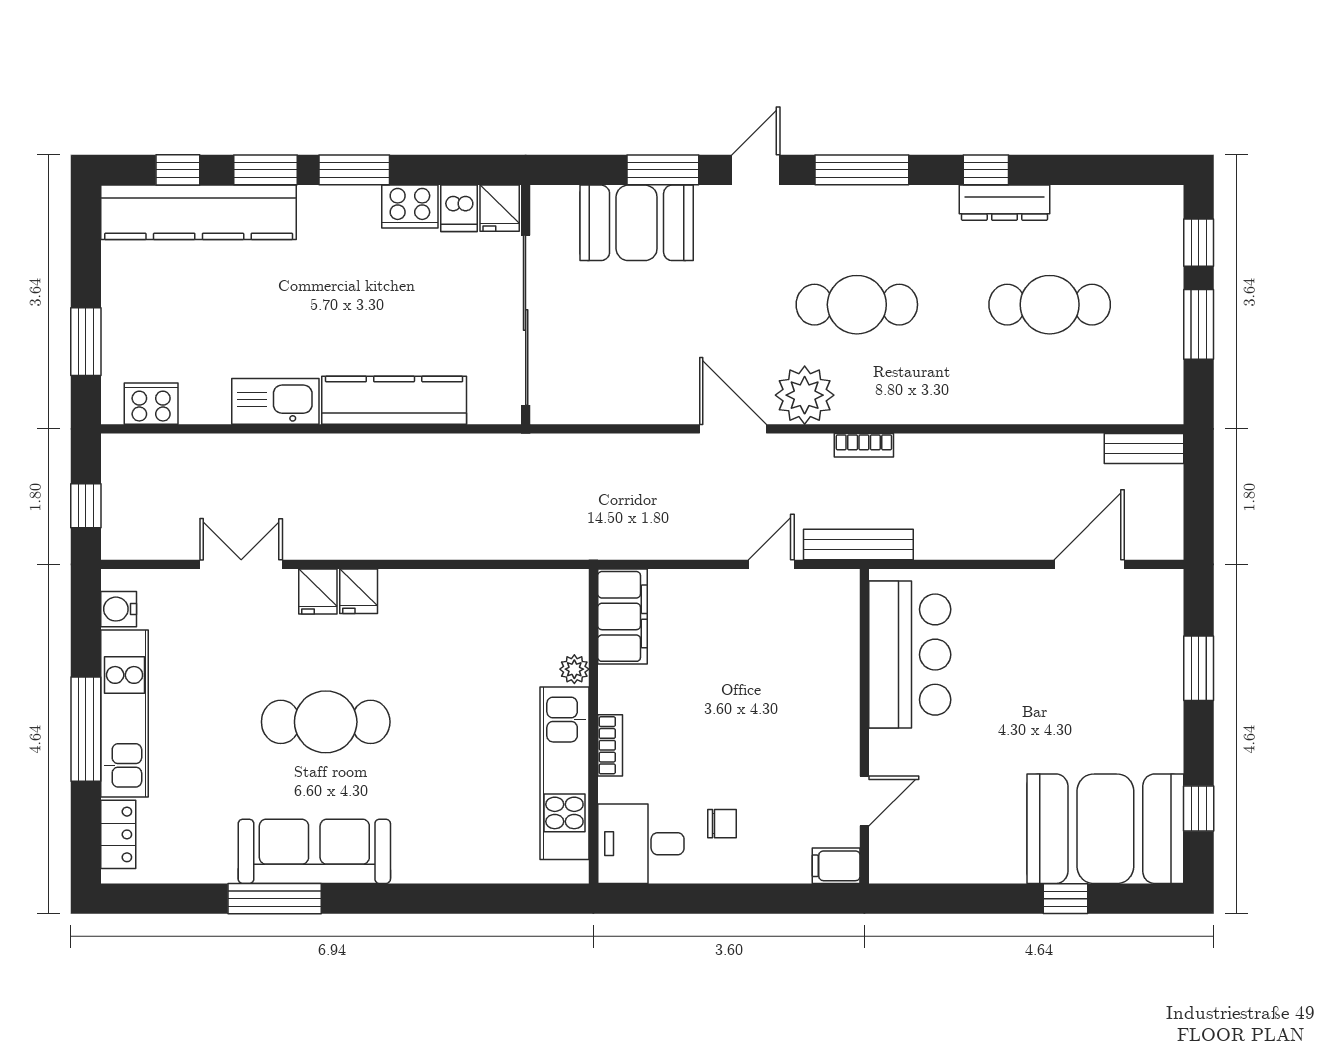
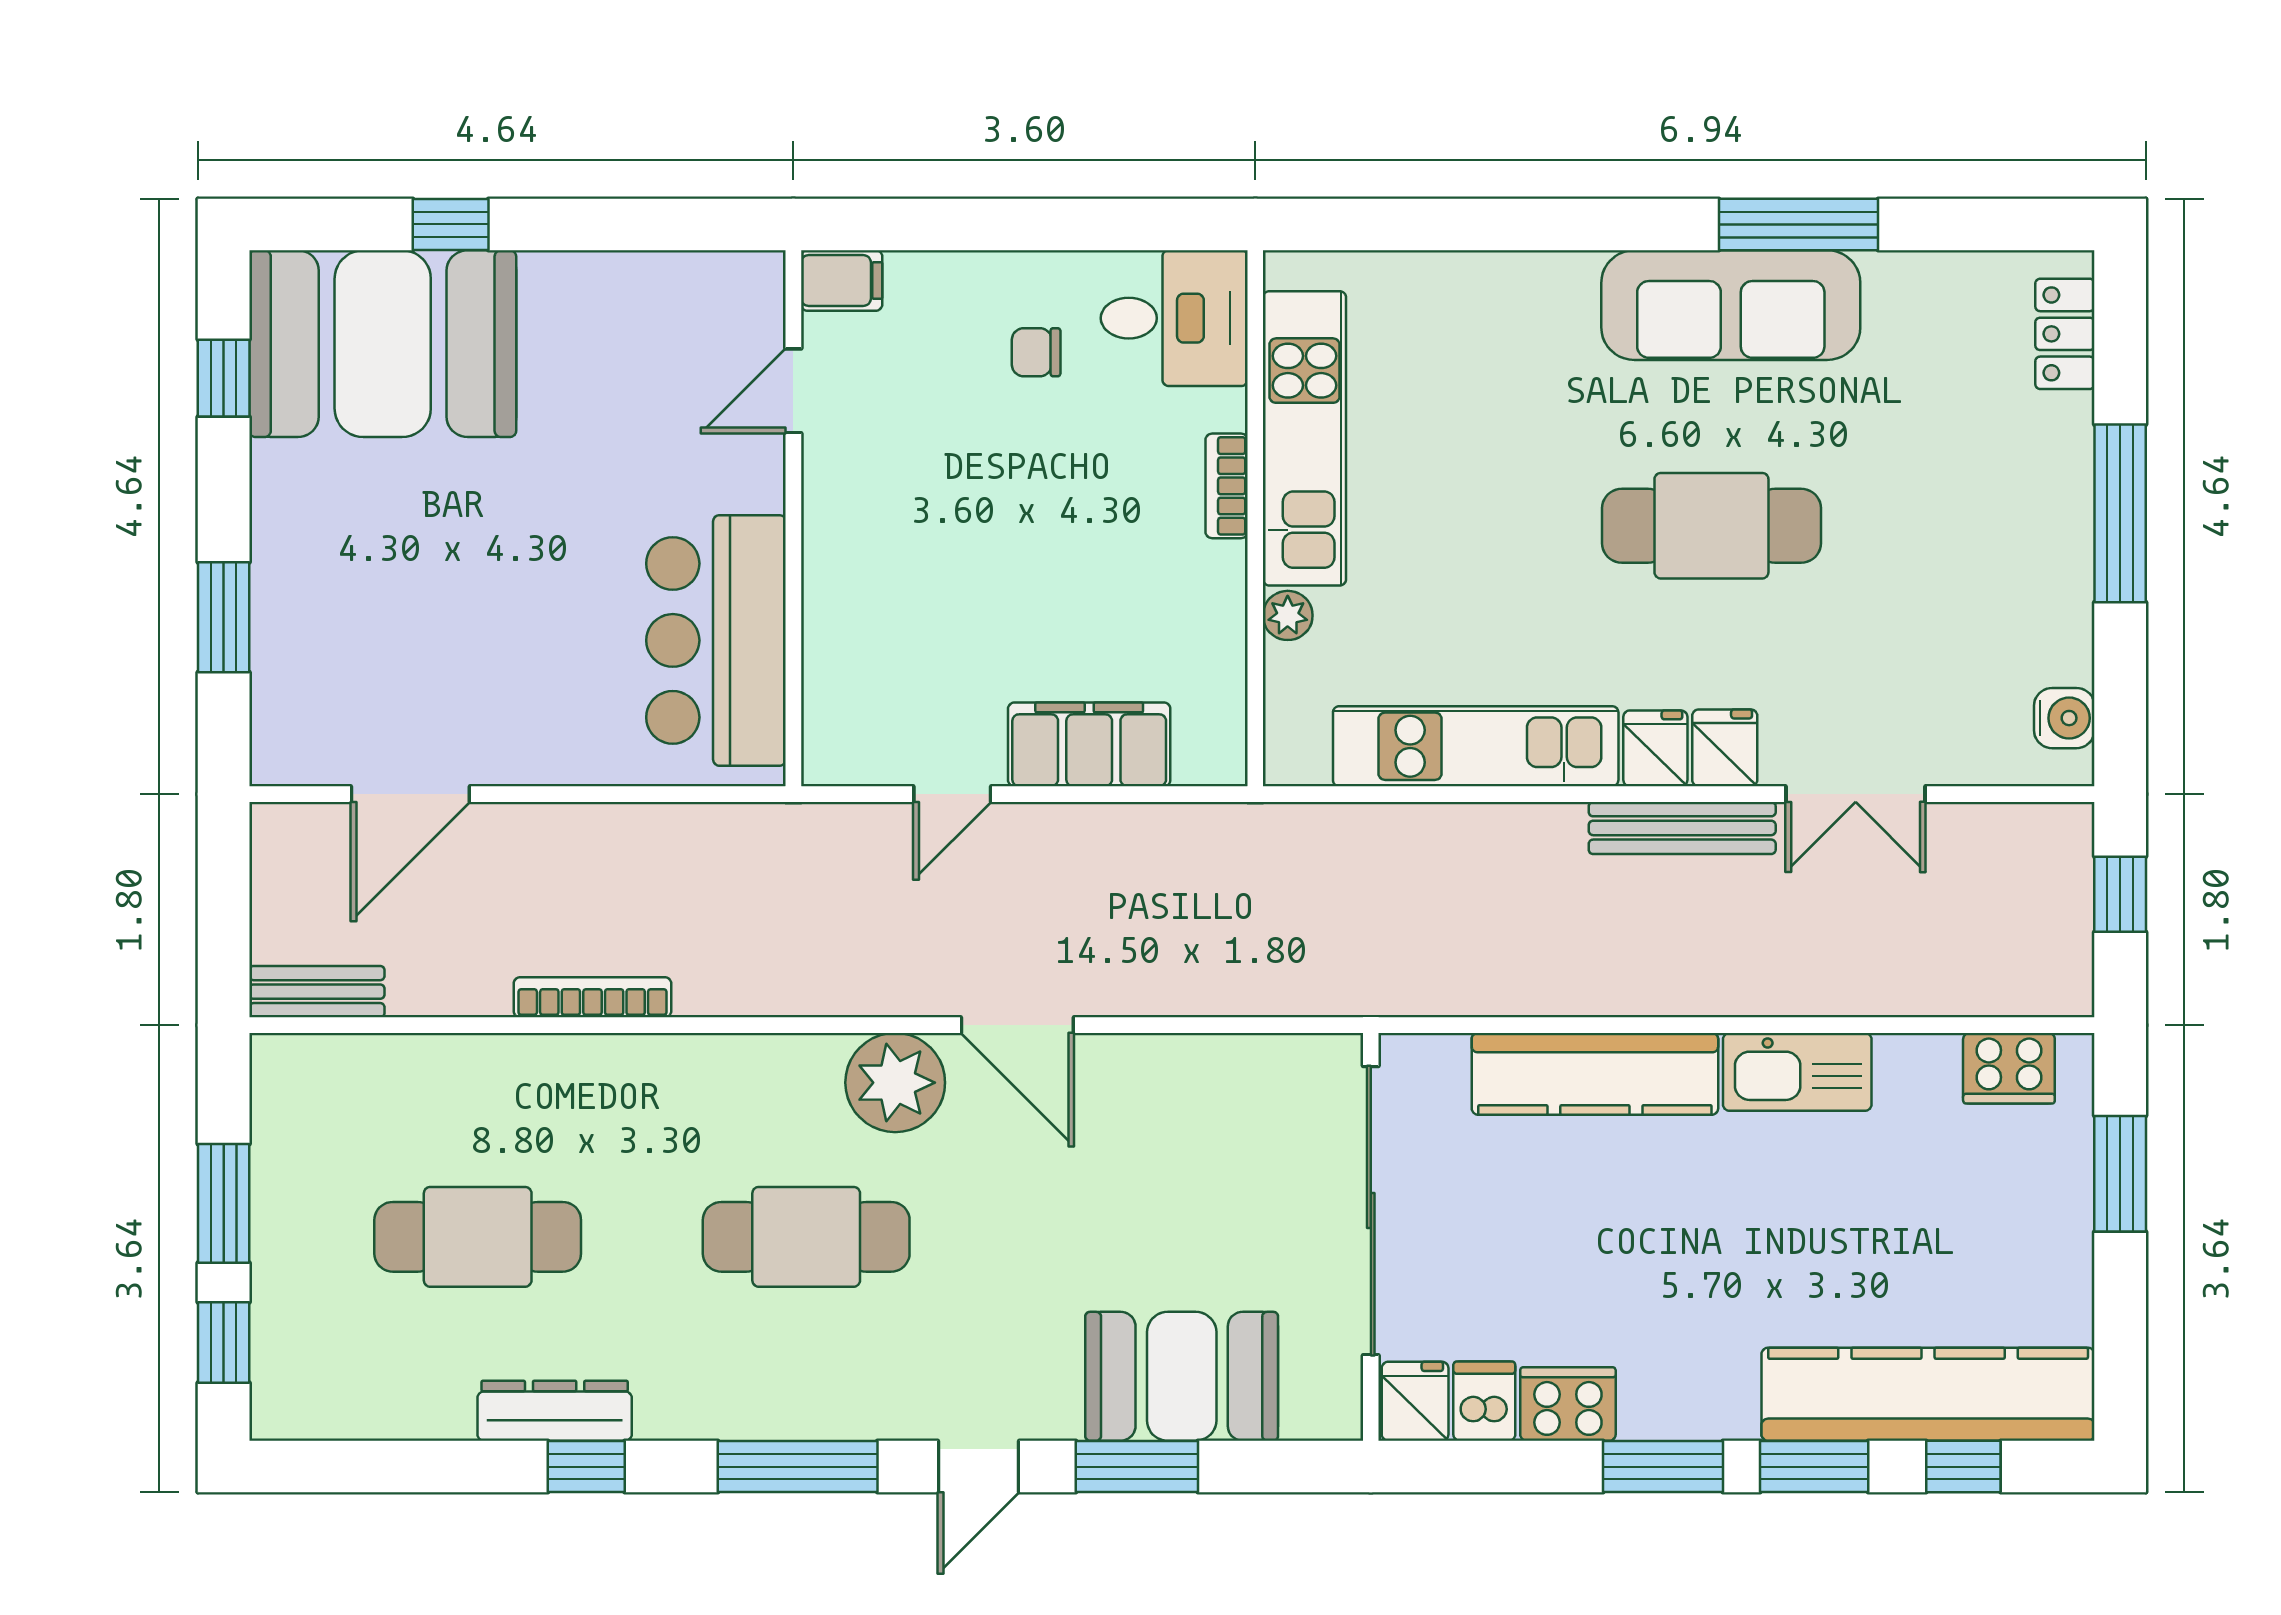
bookcase: (864, 445) -> (592, 997), moved, width x1.56
bench: (858, 545) -> (1682, 828), moved
filing cabinet: (623, 616) -> (1089, 744), moved, turned 90
kitchen unit: (125, 713) -> (1476, 746), moved, turned 90

